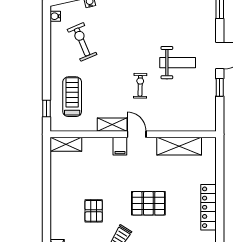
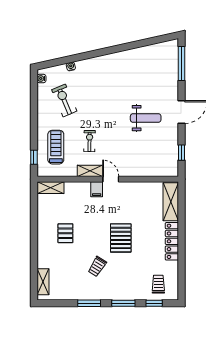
exercise bike: (140, 86) -> (89, 141), moved
window: (220, 87) -> (182, 153), moved
shelving: (179, 146) -> (171, 202), moved, turned 90
pallet: (148, 203) -> (121, 238), turned 90
pallet: (94, 211) -> (65, 233), moved

